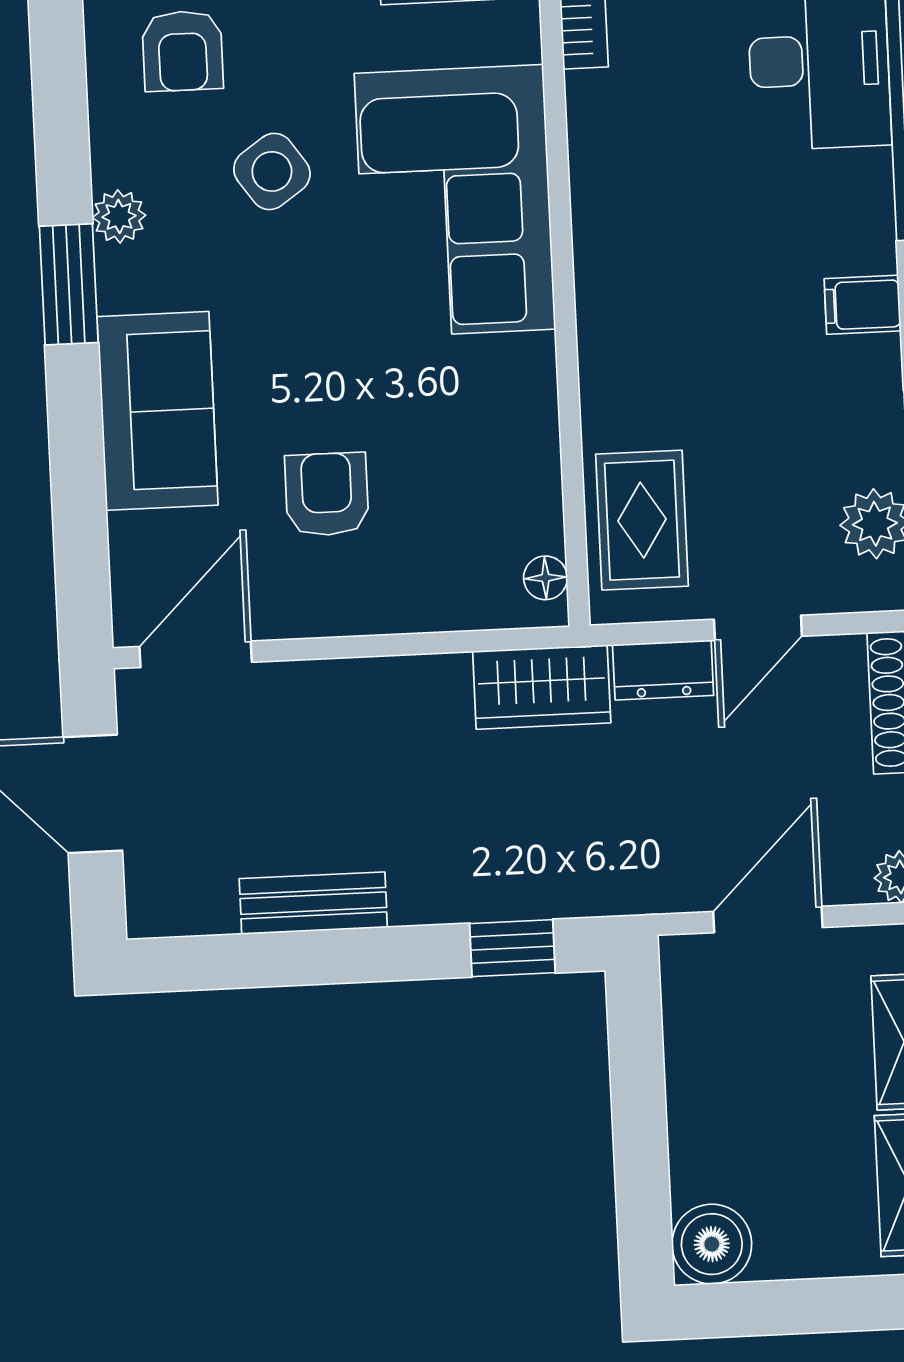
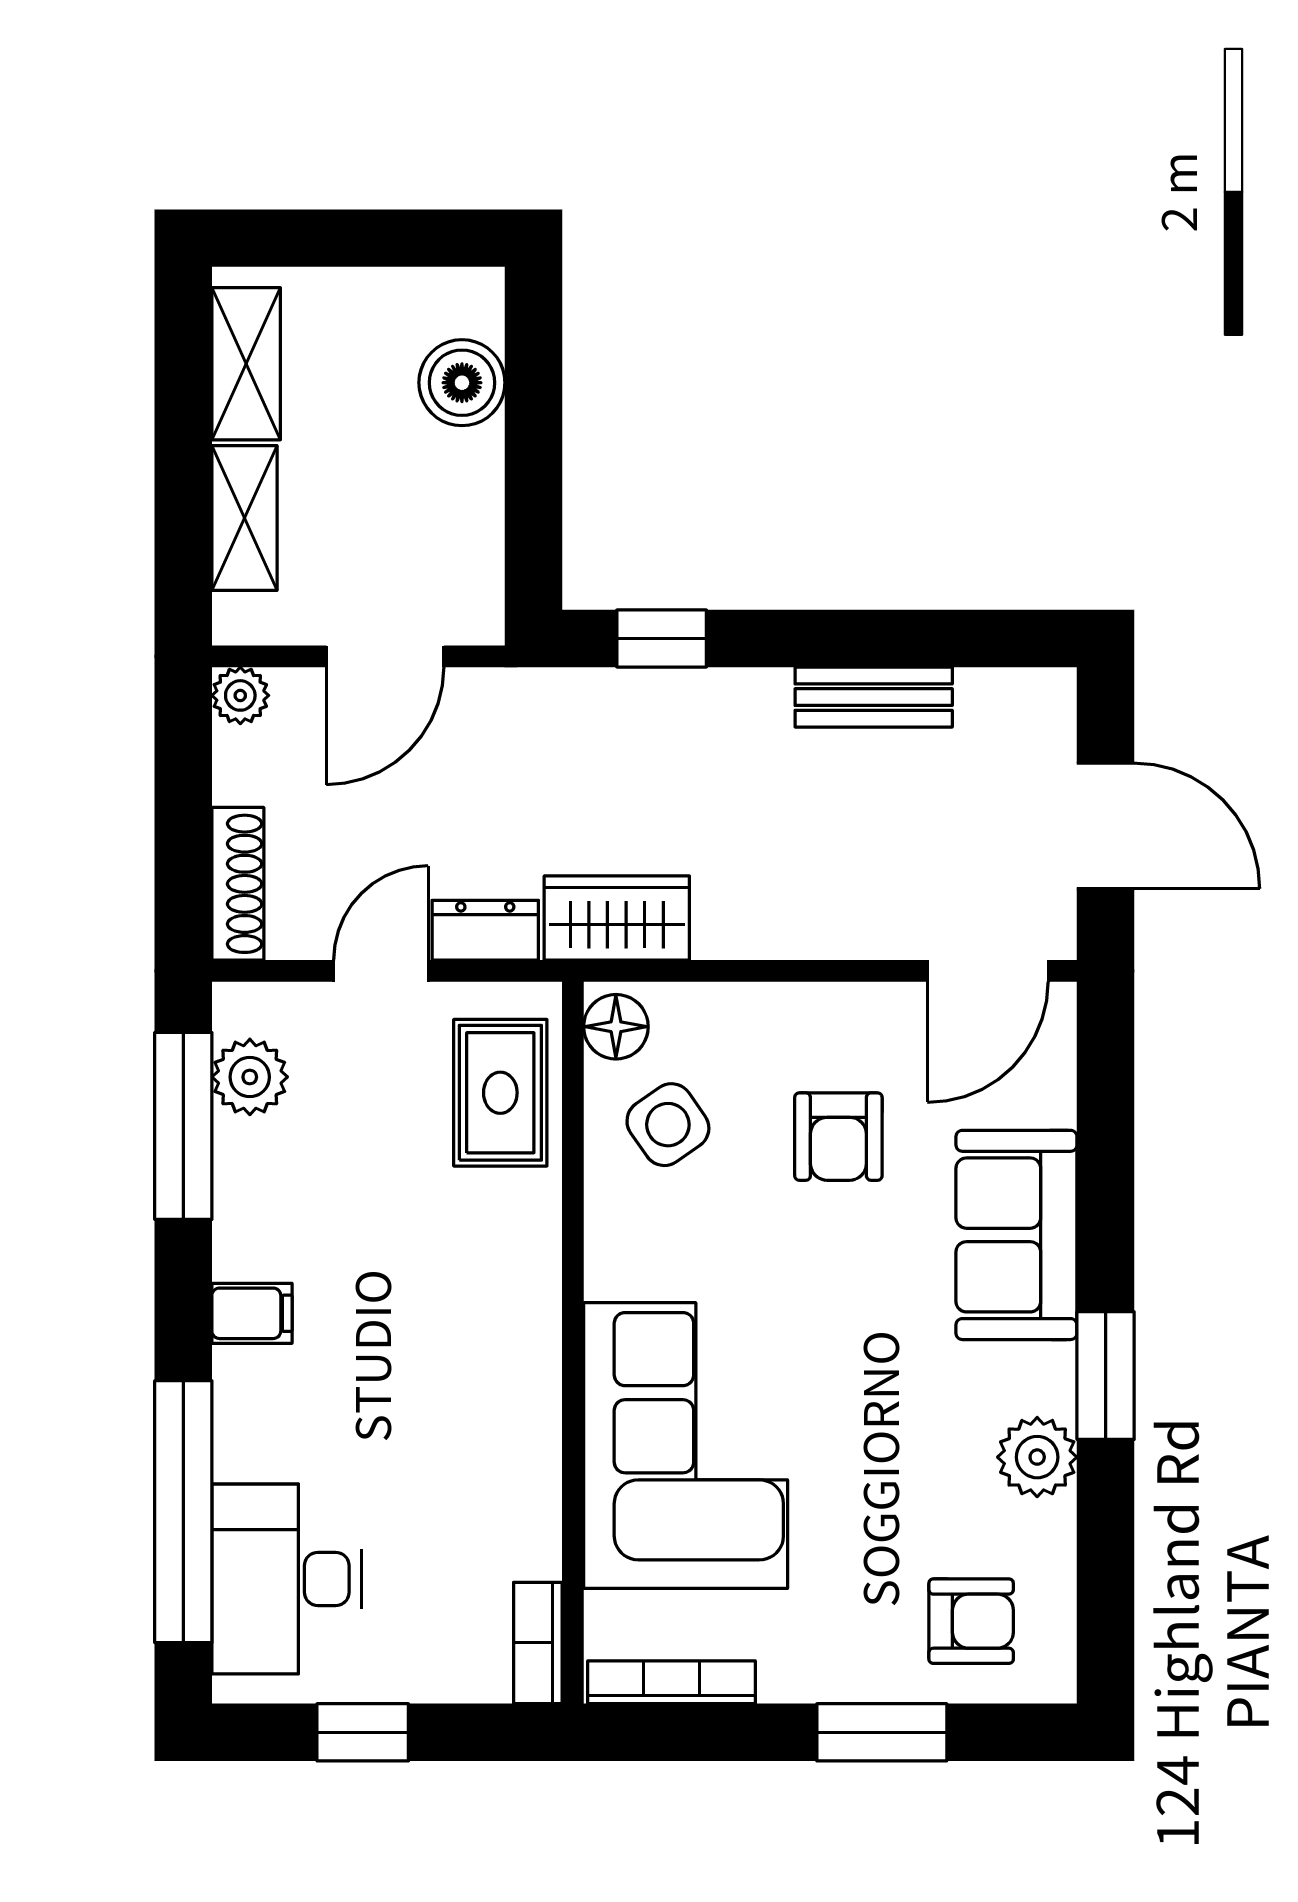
armchair: (183, 51) -> (971, 1621), turned 90
side table: (272, 171) -> (668, 1125), moved
plant: (119, 216) -> (1037, 1457), width x1.38, depth x1.38
floor lamp: (545, 578) -> (616, 1027), width x1.37, depth x1.37
boiler: (712, 1244) -> (462, 383), moved

